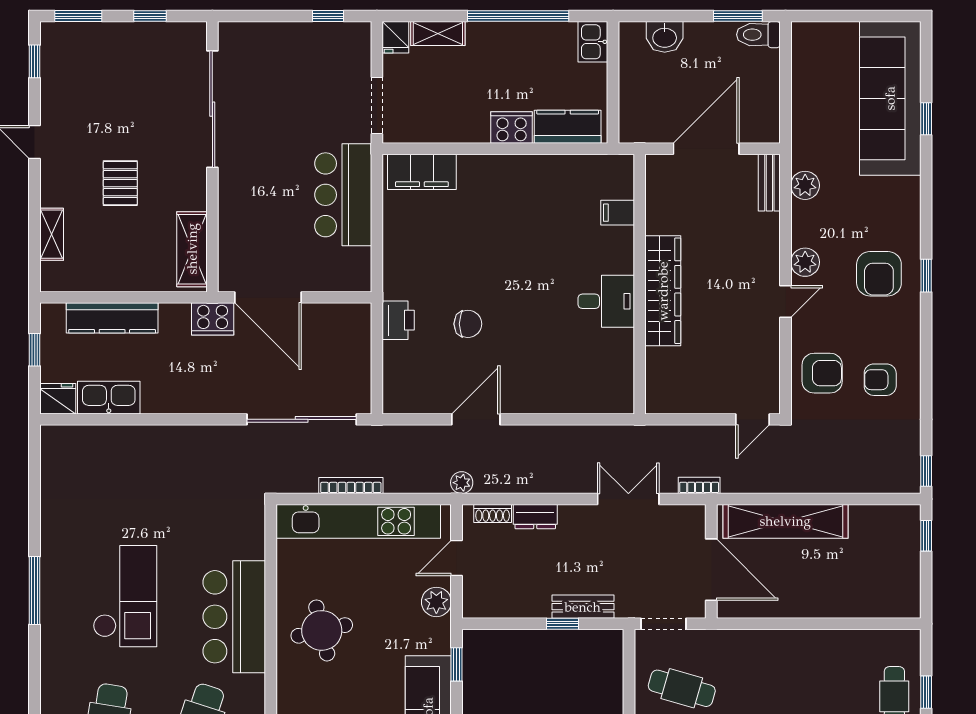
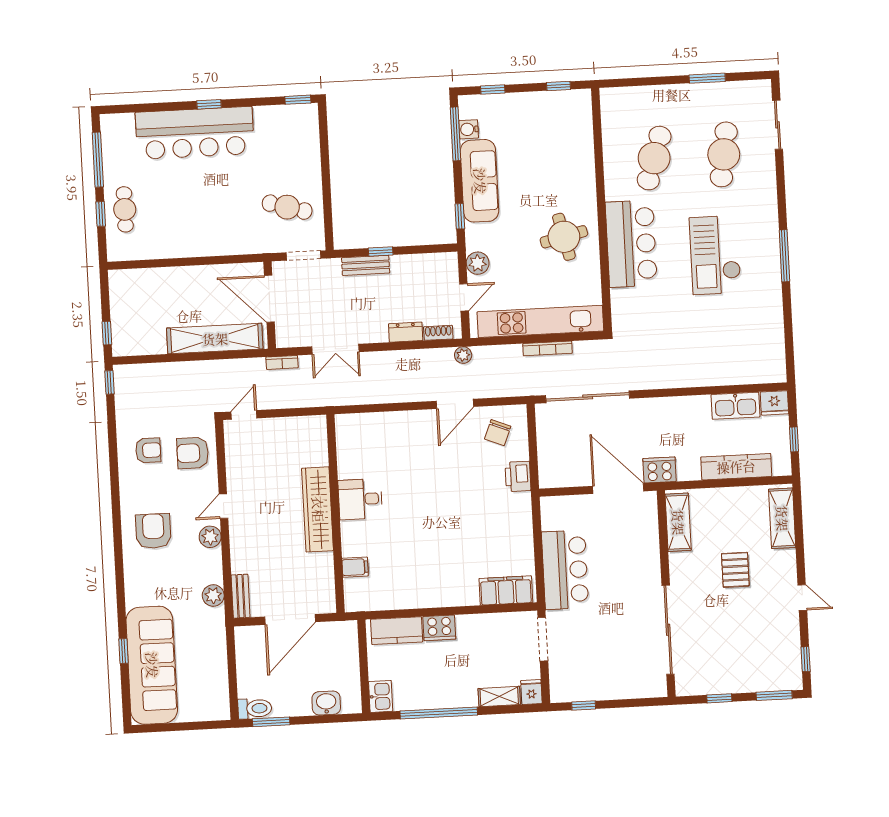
shelving: (52, 234) -> (782, 518), width x1.50, depth x1.33
window: (926, 276) -> (117, 531), removed
chair: (468, 324) -> (498, 433), moved, turned -68

